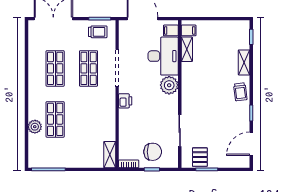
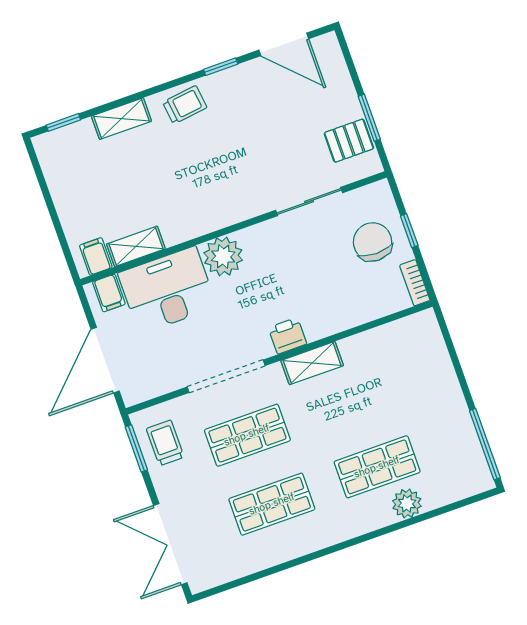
shelving: (110, 155) -> (312, 363), moved

